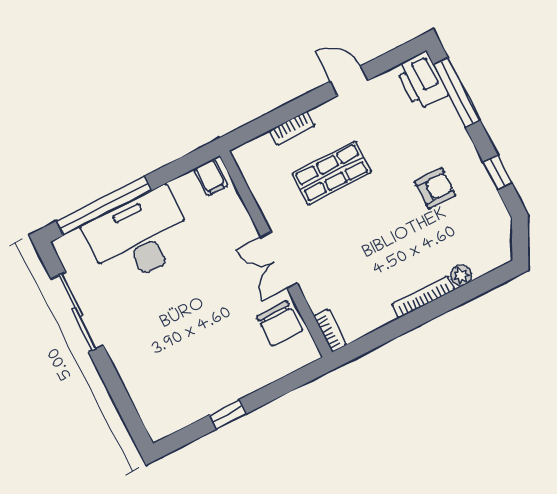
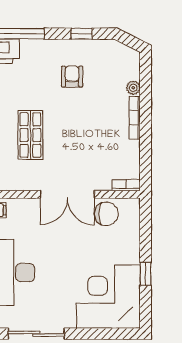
double door: (279, 260) -> (67, 194), width x1.37
corner desk: (173, 381) -> (108, 297), added

